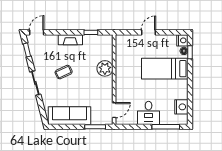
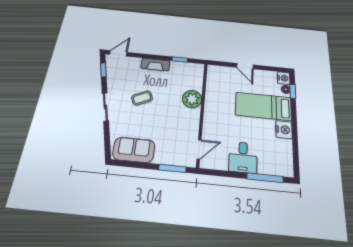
door: (148, 32) -> (245, 66), swing flipped
nightstand: (181, 107) -> (284, 130), moved
sofa: (69, 116) -> (134, 150), width x0.73

